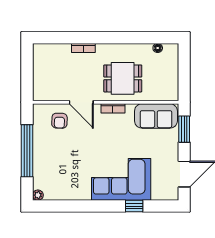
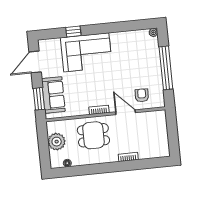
plant: (168, 75) -> (57, 142), added
sofa: (156, 116) -> (53, 95), moved, turned 90

